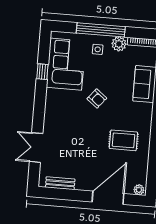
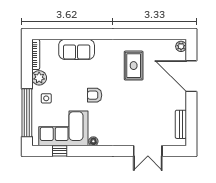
window: (101, 30) -> (27, 113), moved
window: (42, 72) -> (60, 151), moved
floor lamp: (50, 93) -> (93, 141), added
armchair: (97, 99) -> (95, 95), turned -129

